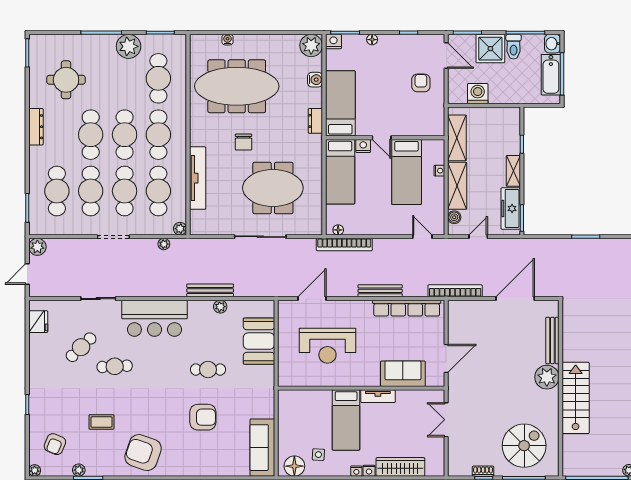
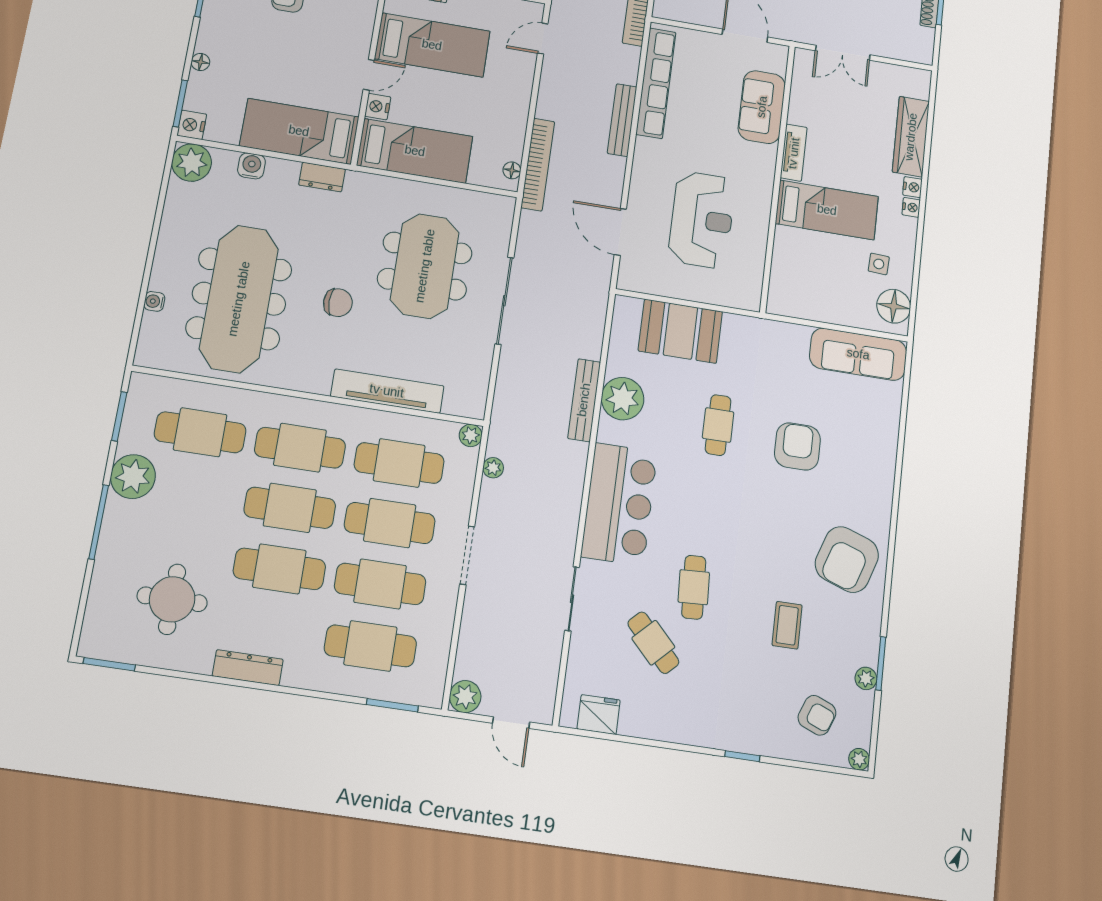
plant: (220, 307) -> (623, 399), width x1.88, depth x1.88

